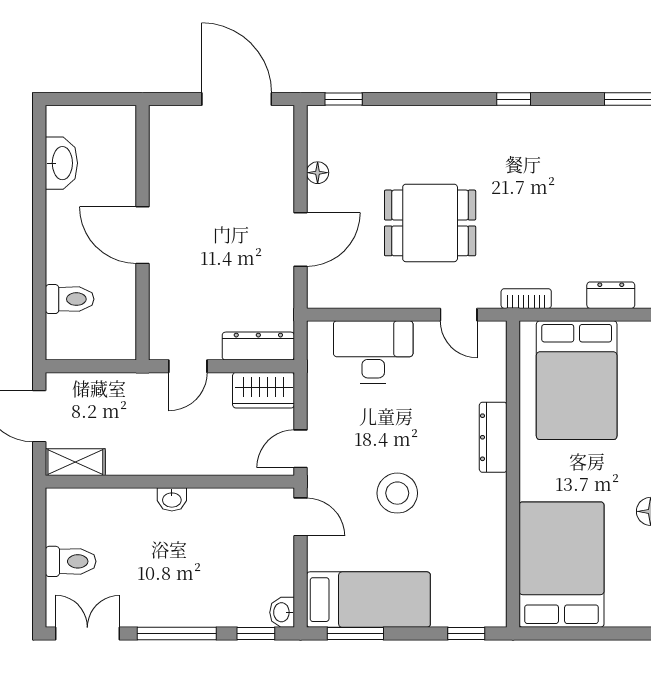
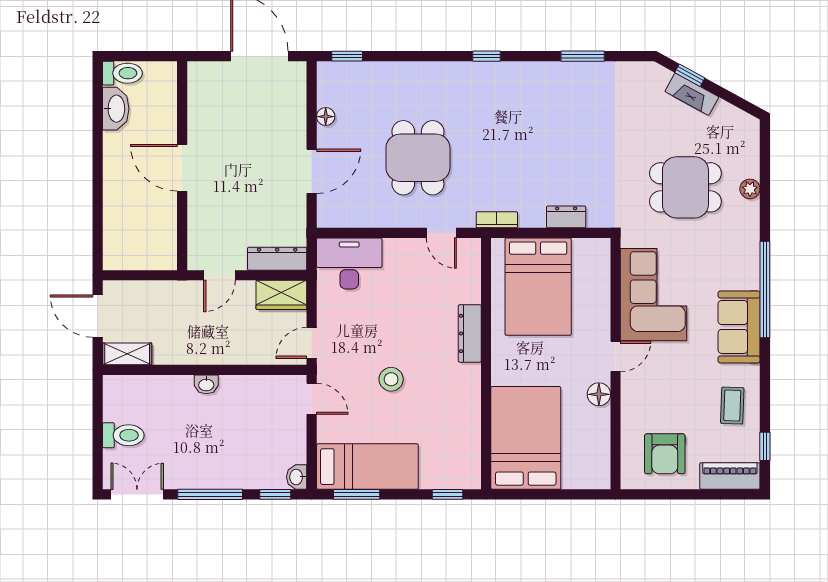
dining table: (430, 223) -> (418, 158), turned 90
toilet: (70, 299) -> (122, 73), moved
desk: (373, 352) -> (349, 263), moved
stool: (397, 493) -> (391, 379), width x0.73, depth x0.73

